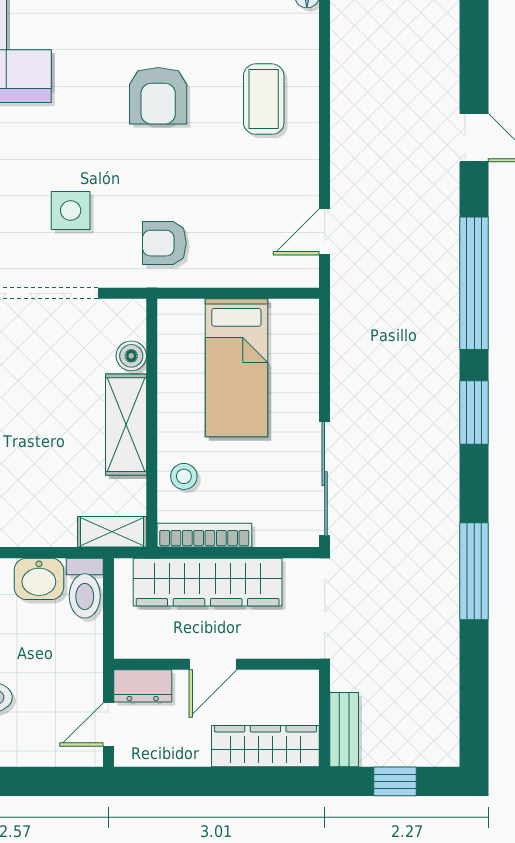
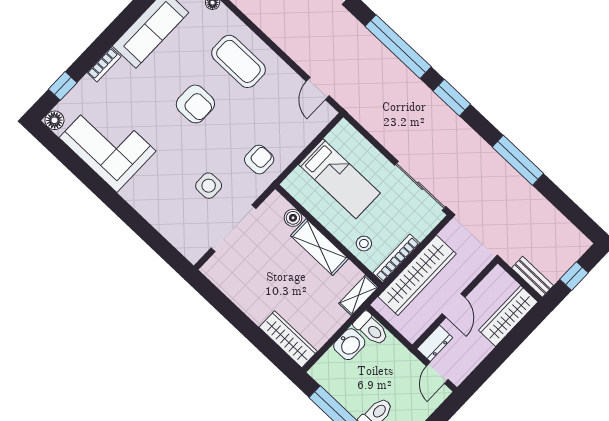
coffee table: (264, 99) -> (238, 61), width x1.36, depth x1.32
armchair: (164, 243) -> (259, 160), turned 180

